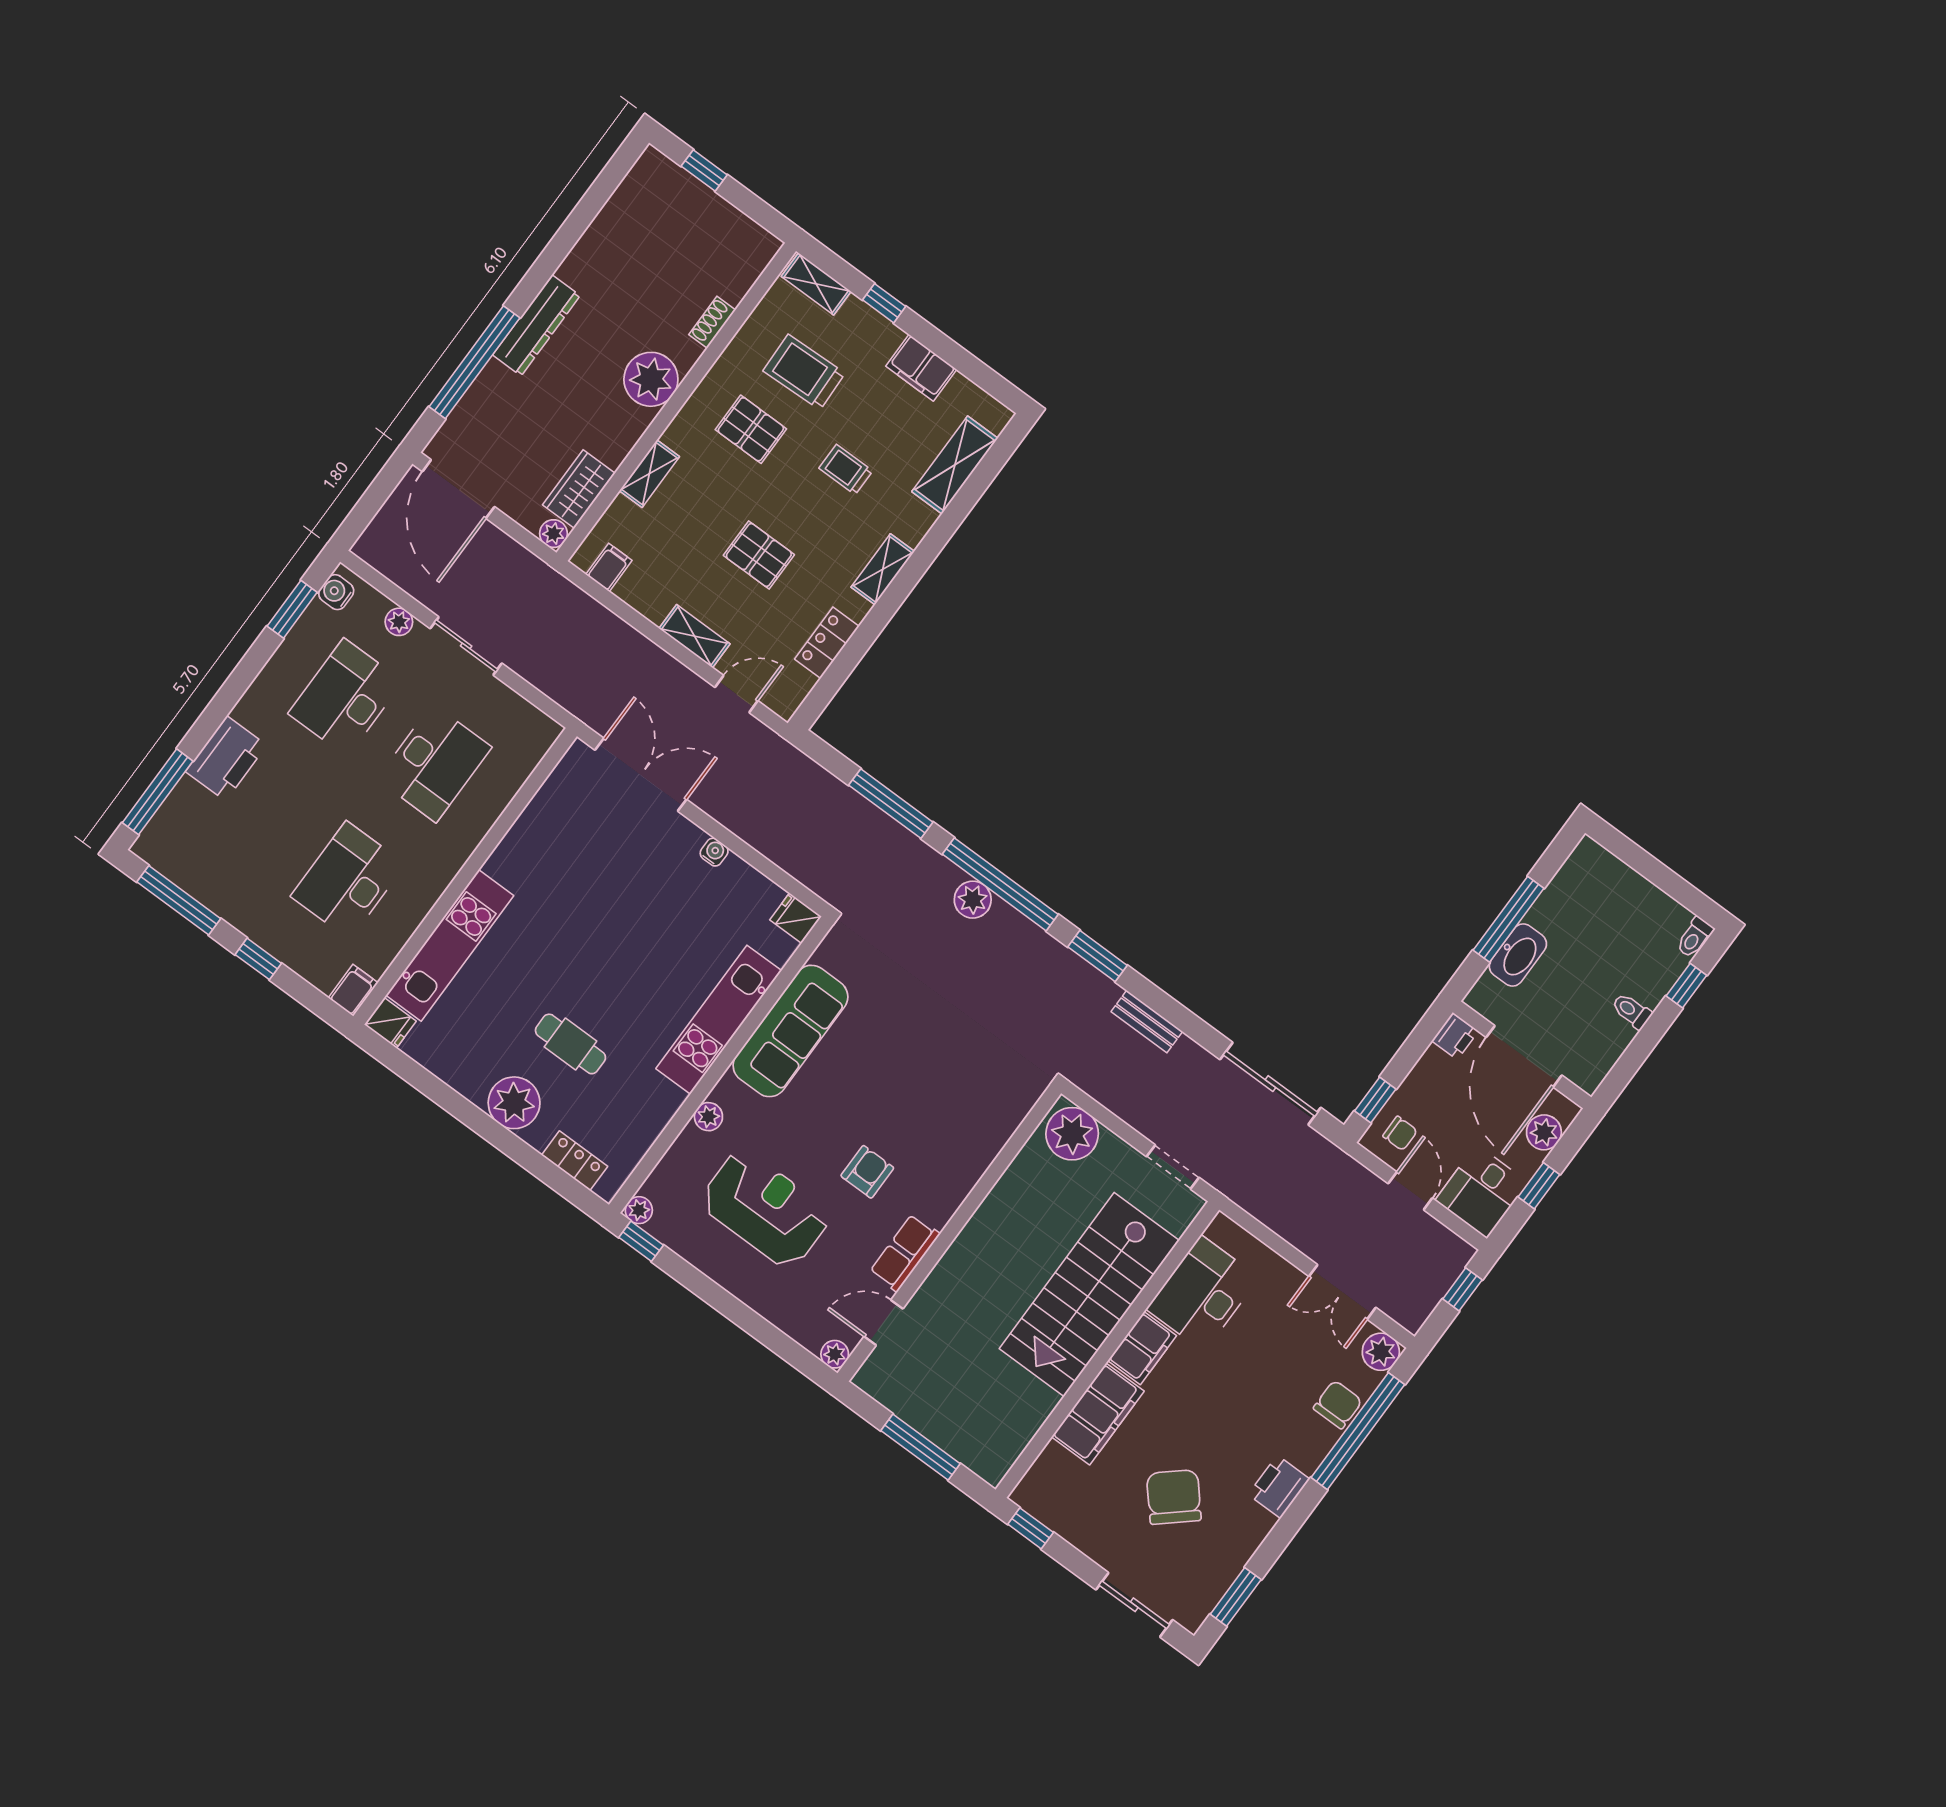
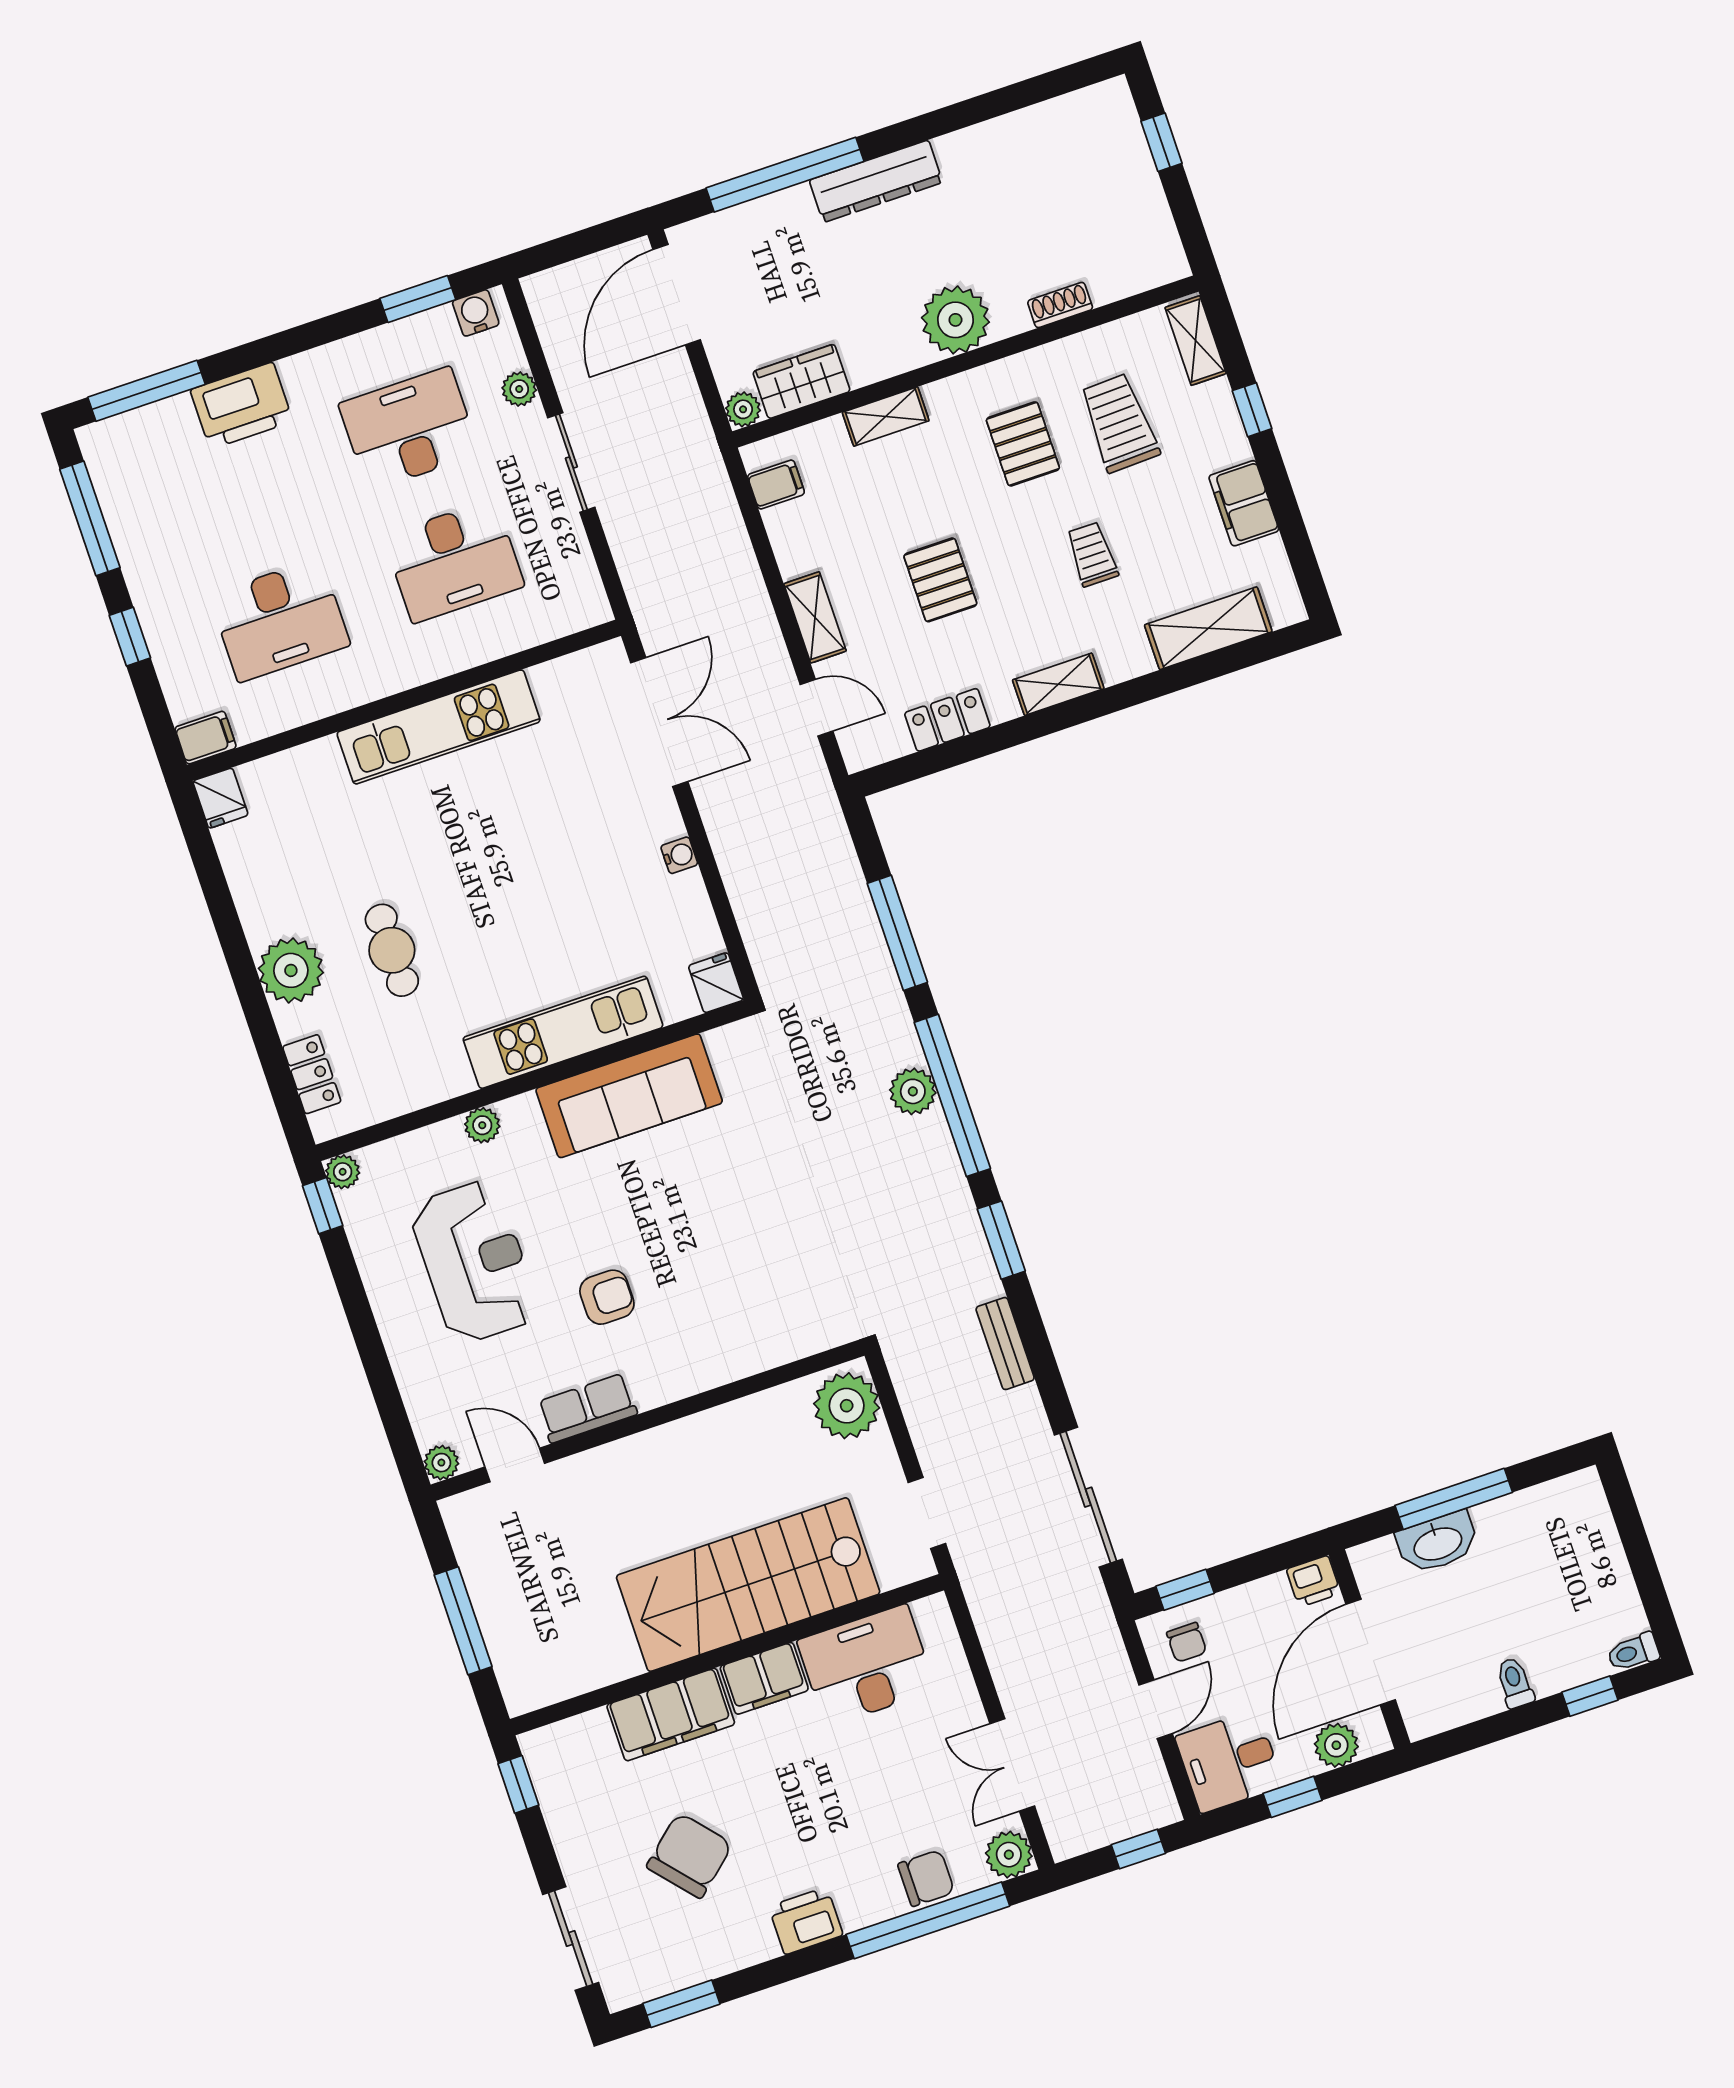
desk: (348, 880) -> (280, 620), turned 180
kitchen unit: (450, 945) -> (439, 727), moved

